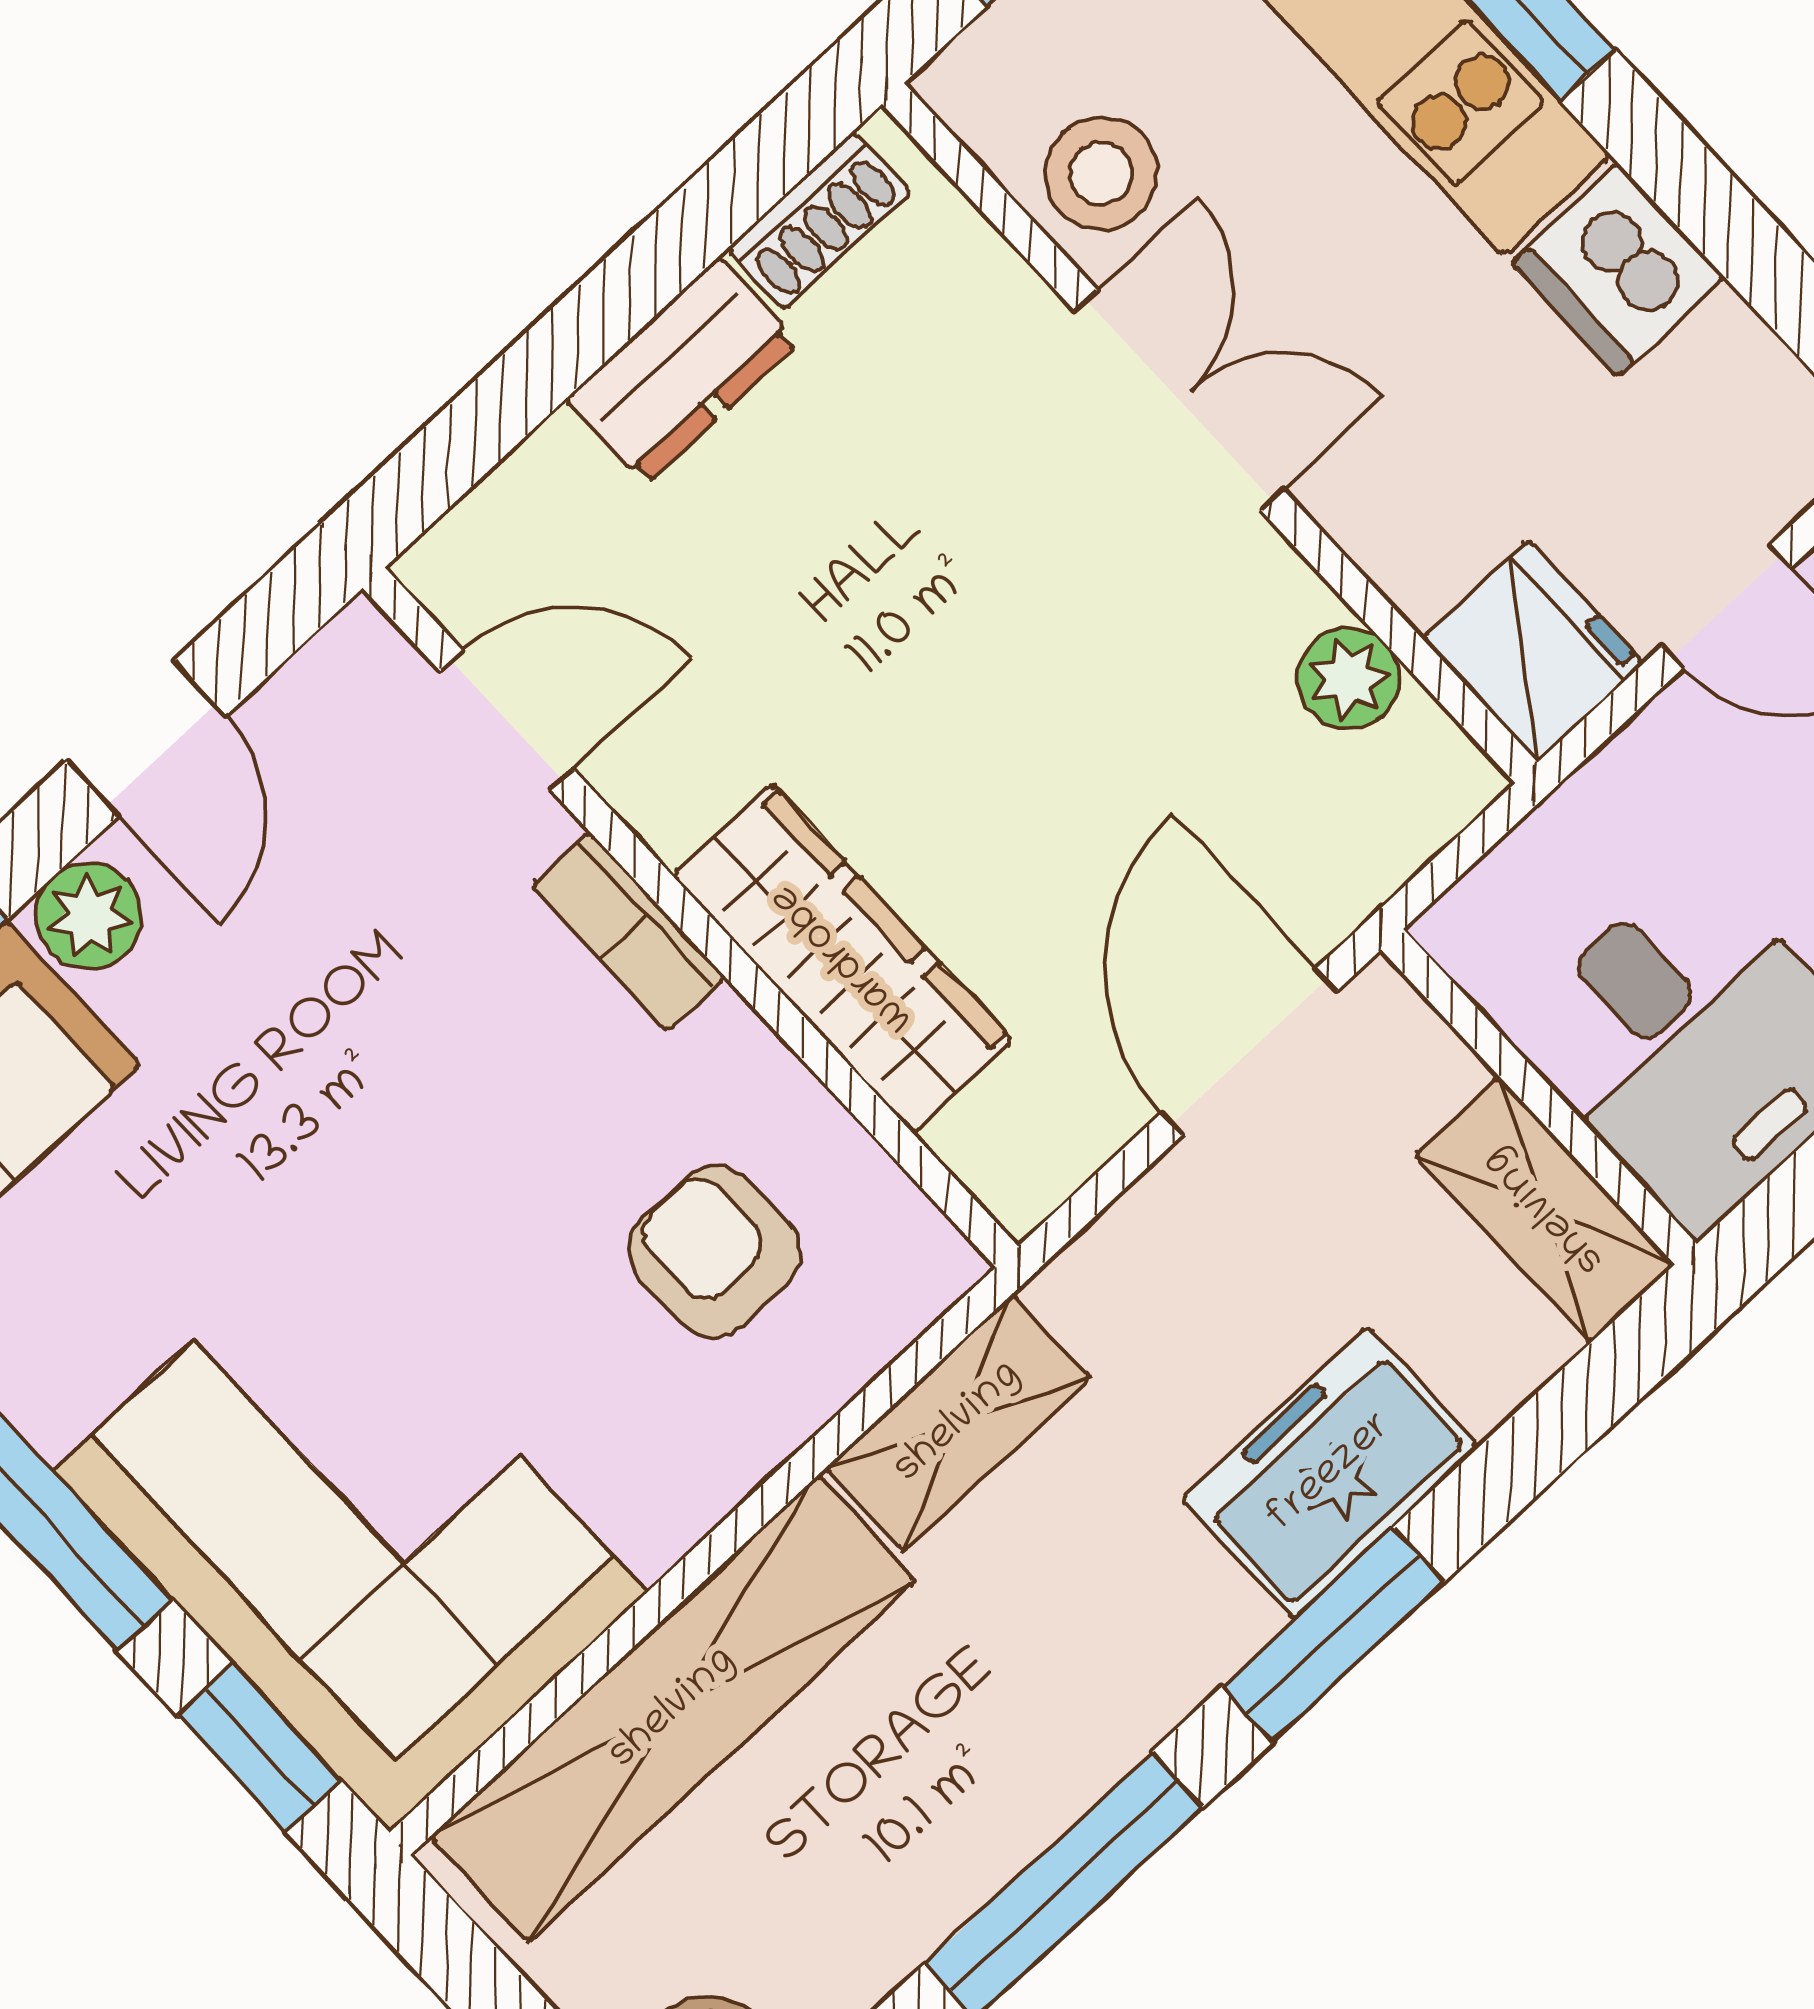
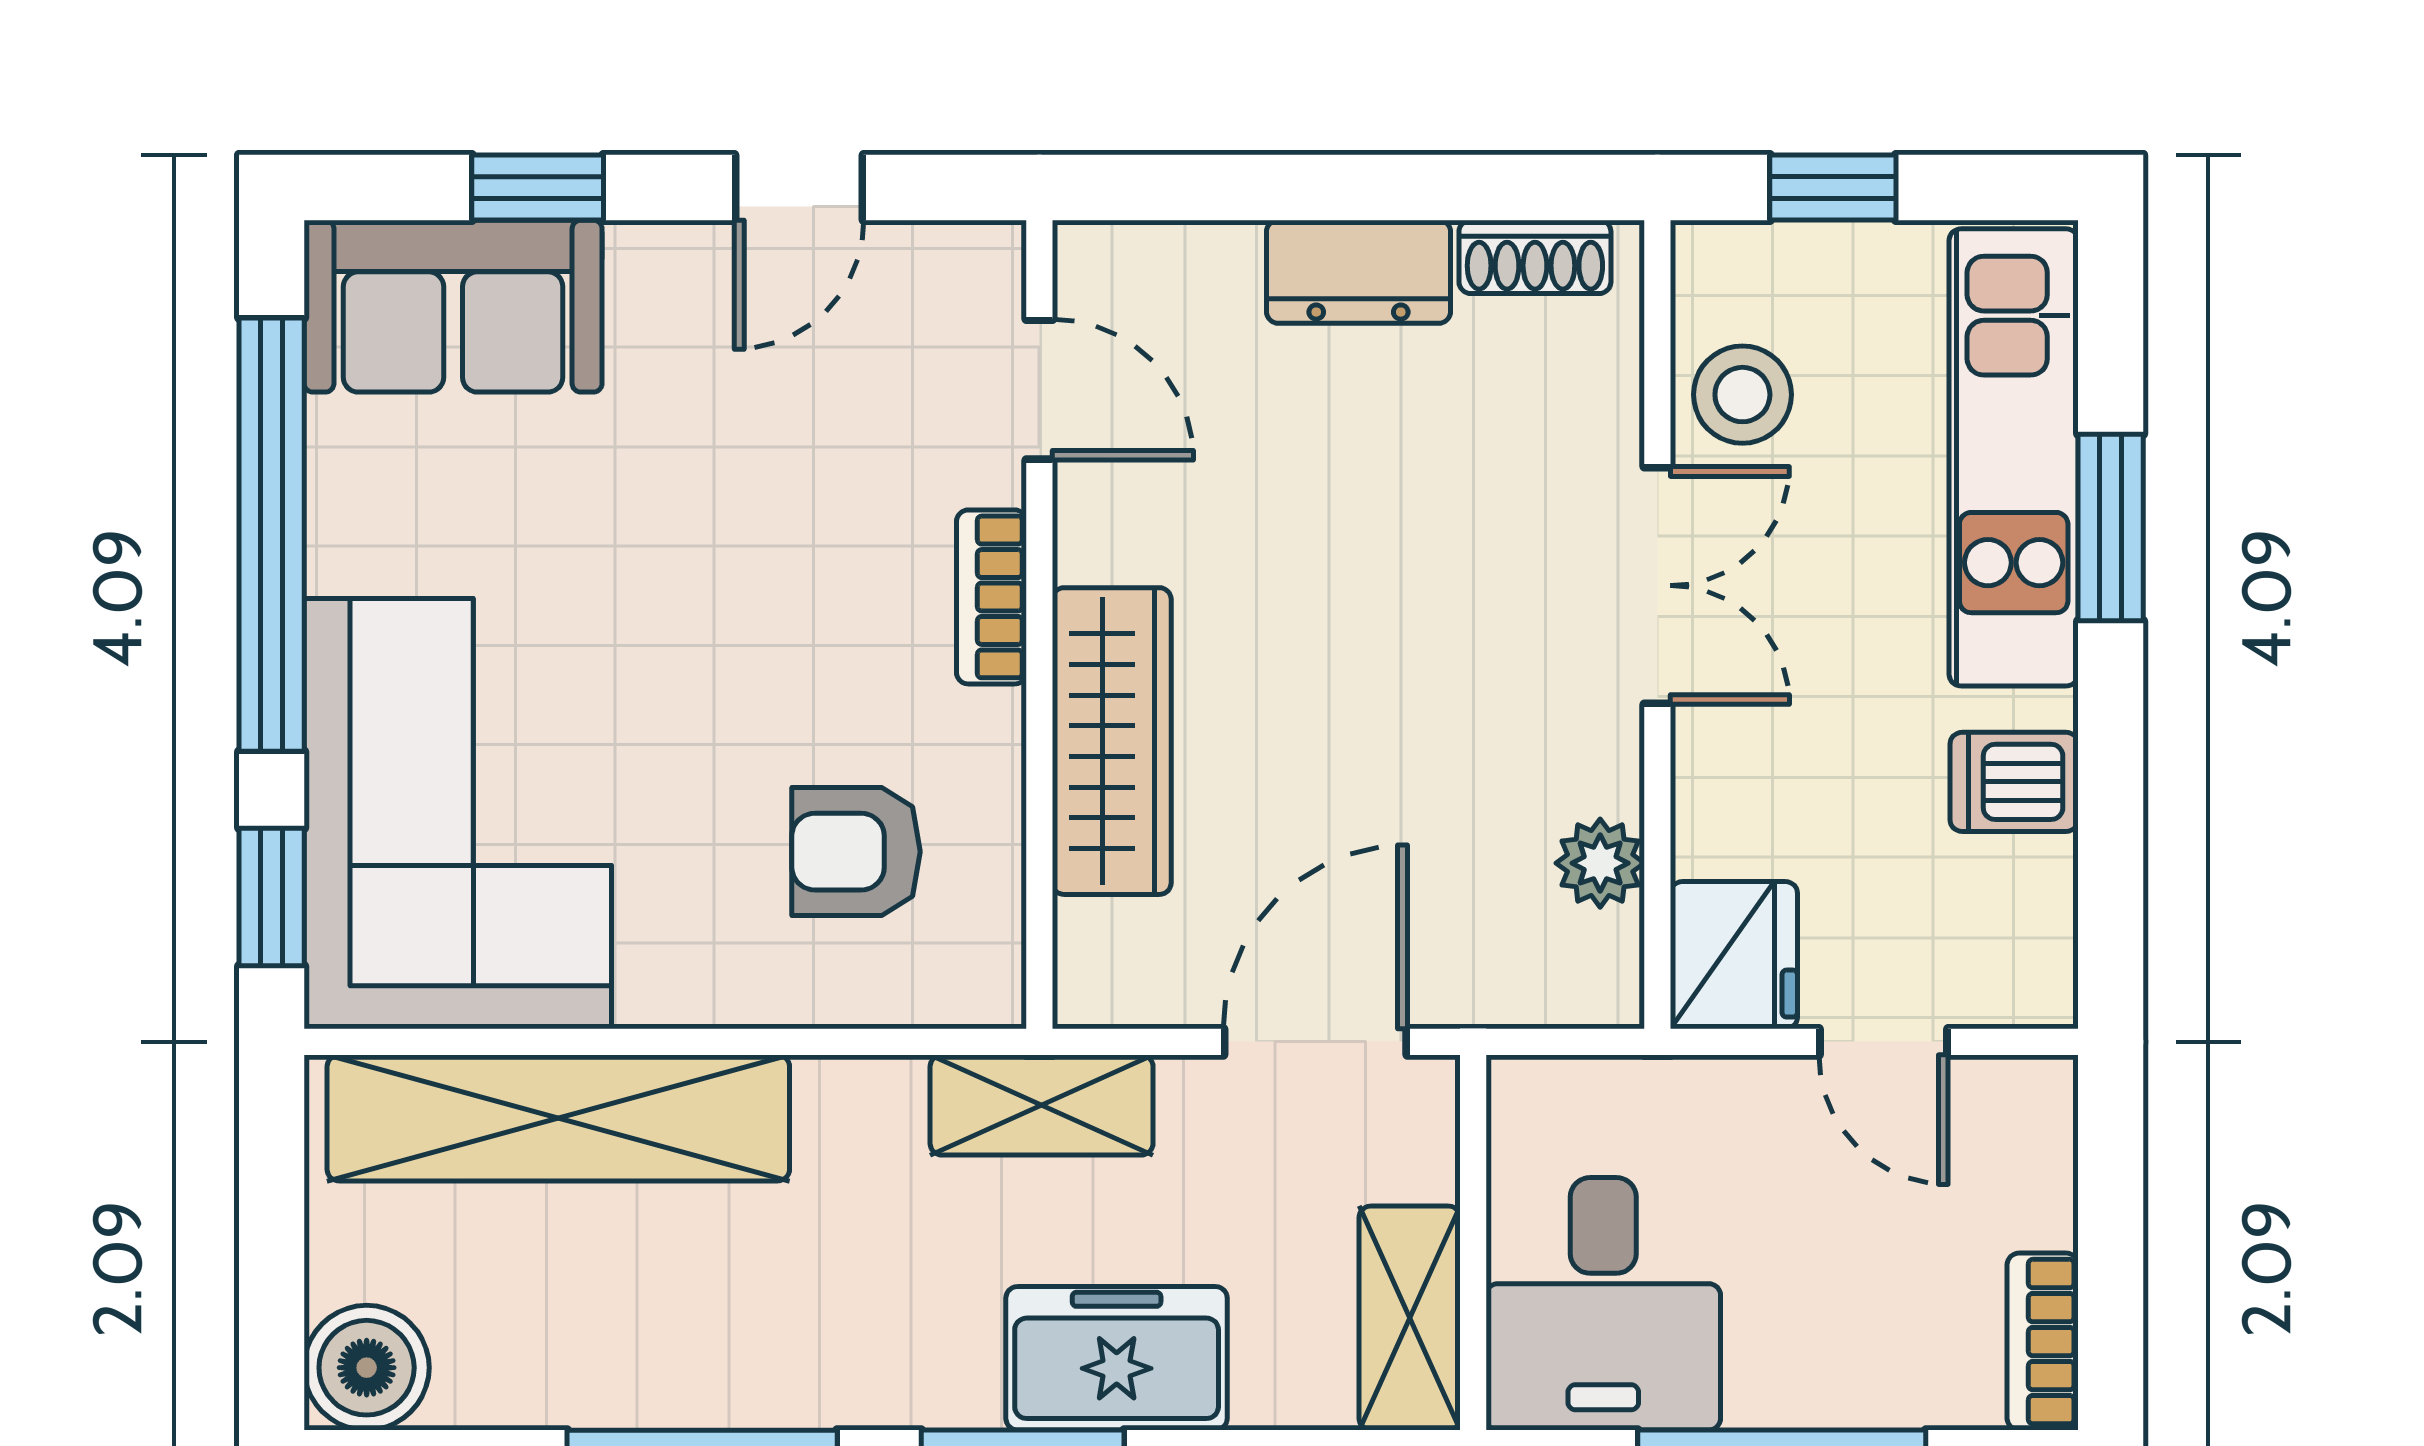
dishwasher: (1618, 270) -> (2014, 782), width x0.73
plant: (89, 916) -> (657, 266), removed
armchair: (714, 1252) -> (856, 852), turned -90
shelving: (958, 1423) -> (1042, 1105), moved

